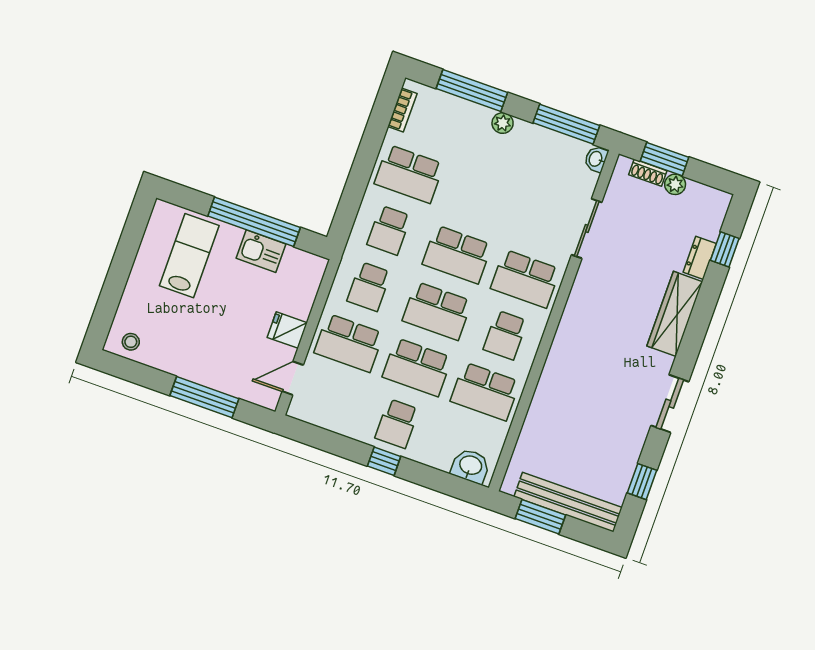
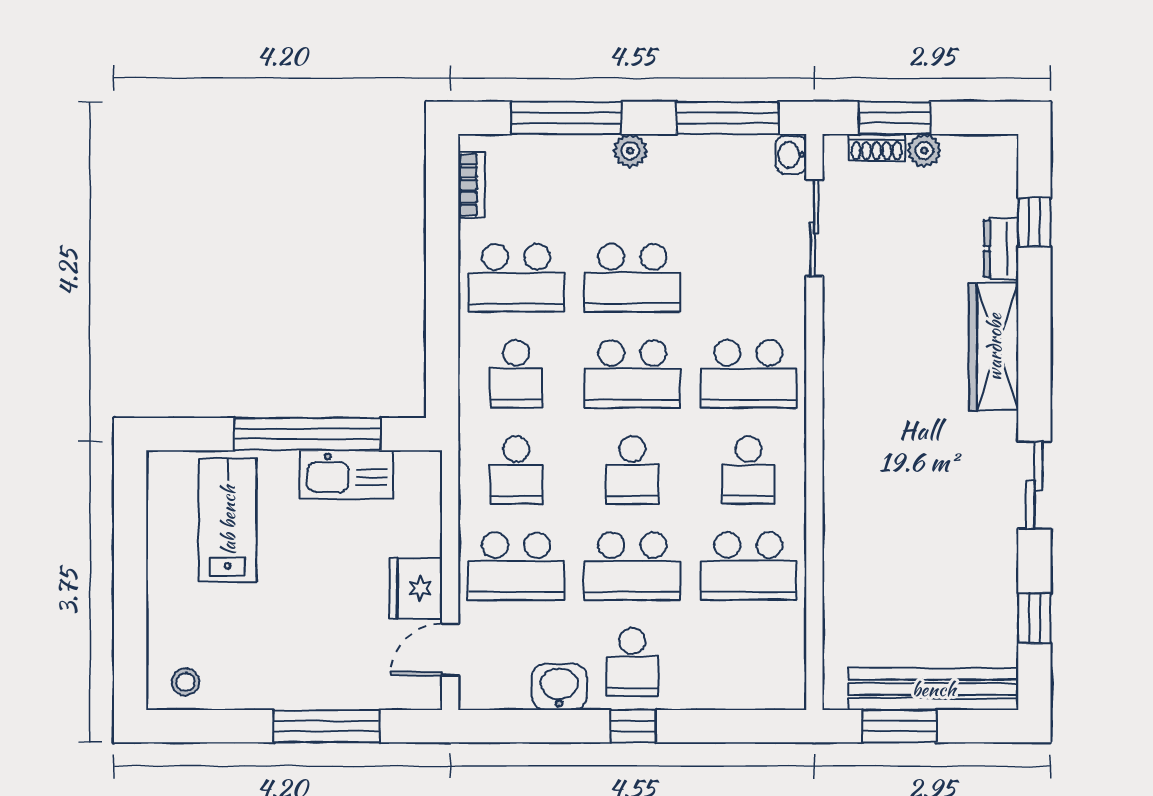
school desk: (477, 198) -> (632, 278), added
sliding door: (587, 229) -> (814, 228), moved
kitchen sink: (261, 251) -> (346, 475), width x1.38
school desk: (437, 311) -> (632, 470), width x0.54
fridge: (287, 330) -> (416, 588), width x1.38
washbasin: (470, 466) -> (559, 687), moved

